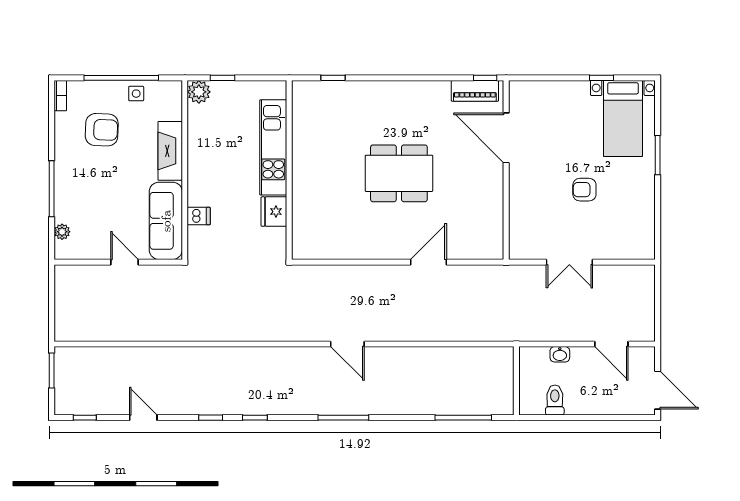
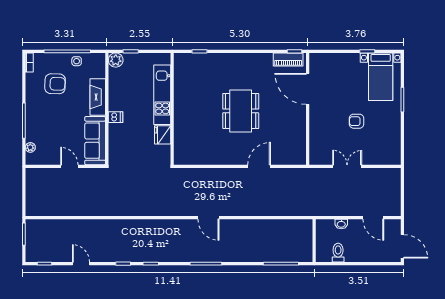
dining table: (399, 173) -> (241, 111), turned 90
dishwasher: (199, 216) -> (116, 117), moved
double door: (569, 262) -> (347, 166), swing flipped

